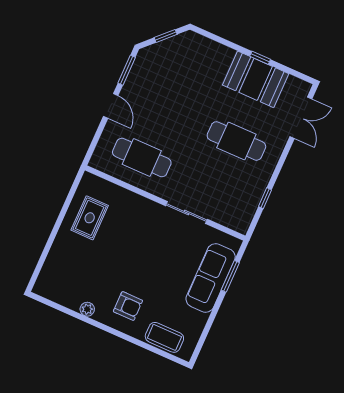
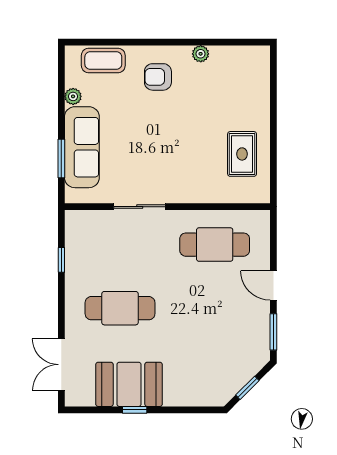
plant: (200, 320) -> (73, 96), added

